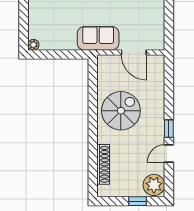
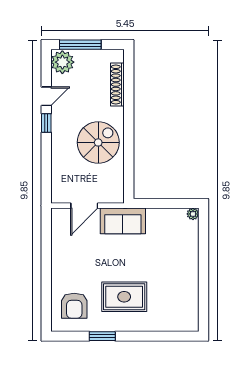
door: (134, 52) -> (84, 206), swing flipped
spiral stairs: (121, 111) -> (98, 142), turned 180
window: (137, 201) -> (80, 45), width x2.17

